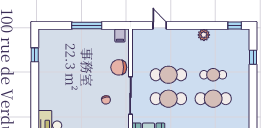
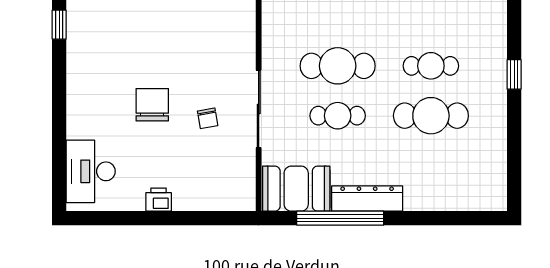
window: (253, 57) -> (514, 74), moved
chair: (119, 67) -> (152, 105), moved, turned 90
cafe table: (168, 99) -> (338, 116), width x0.73, depth x0.74

